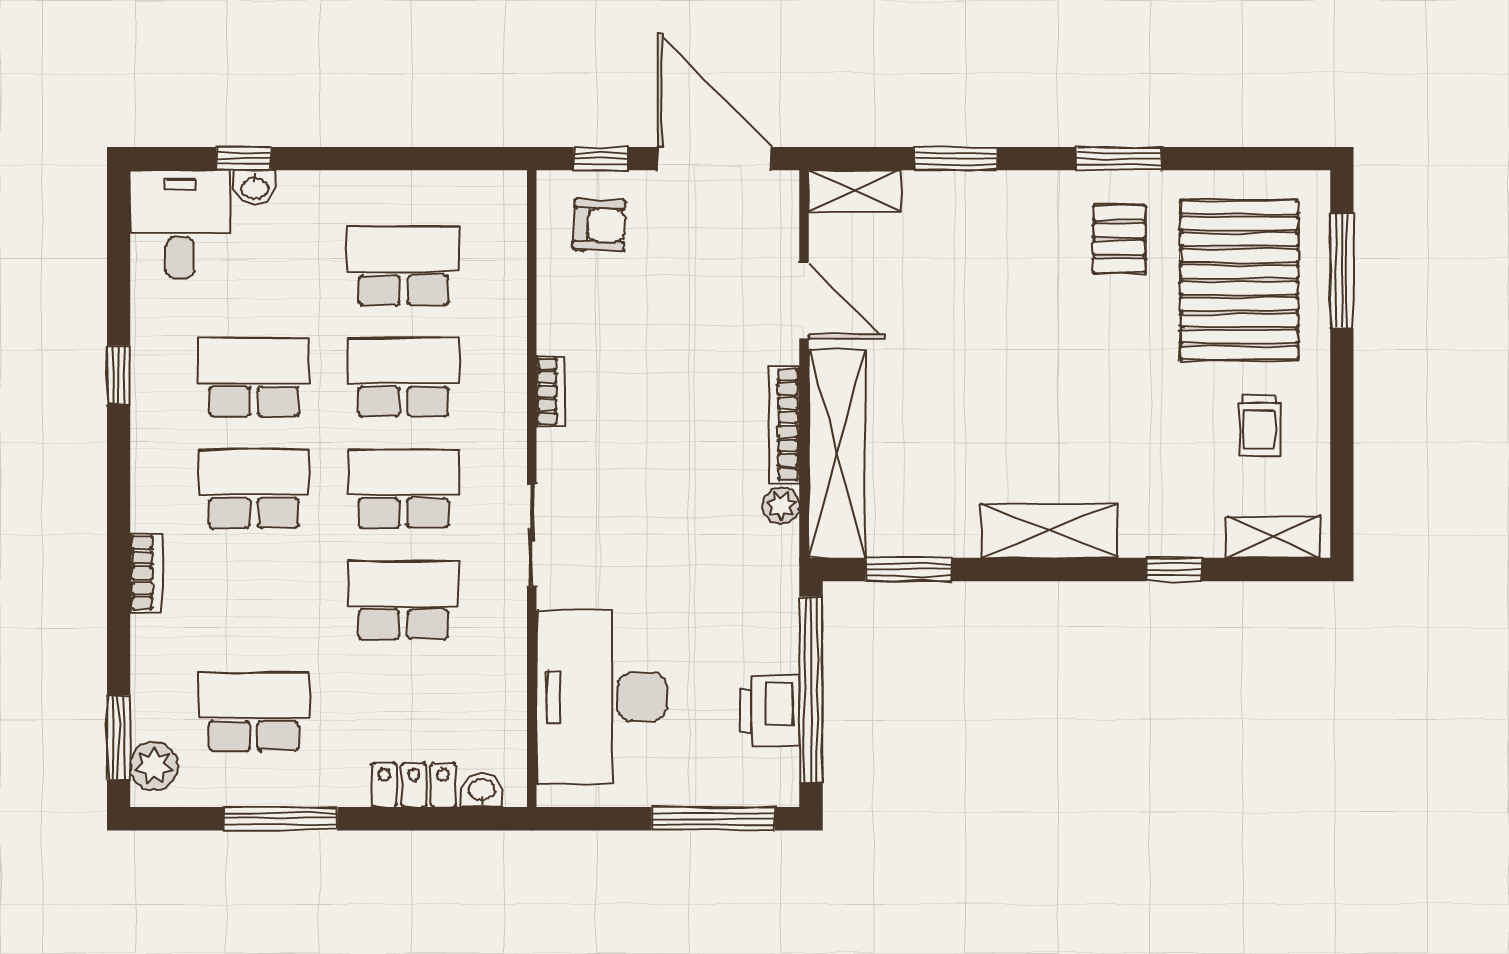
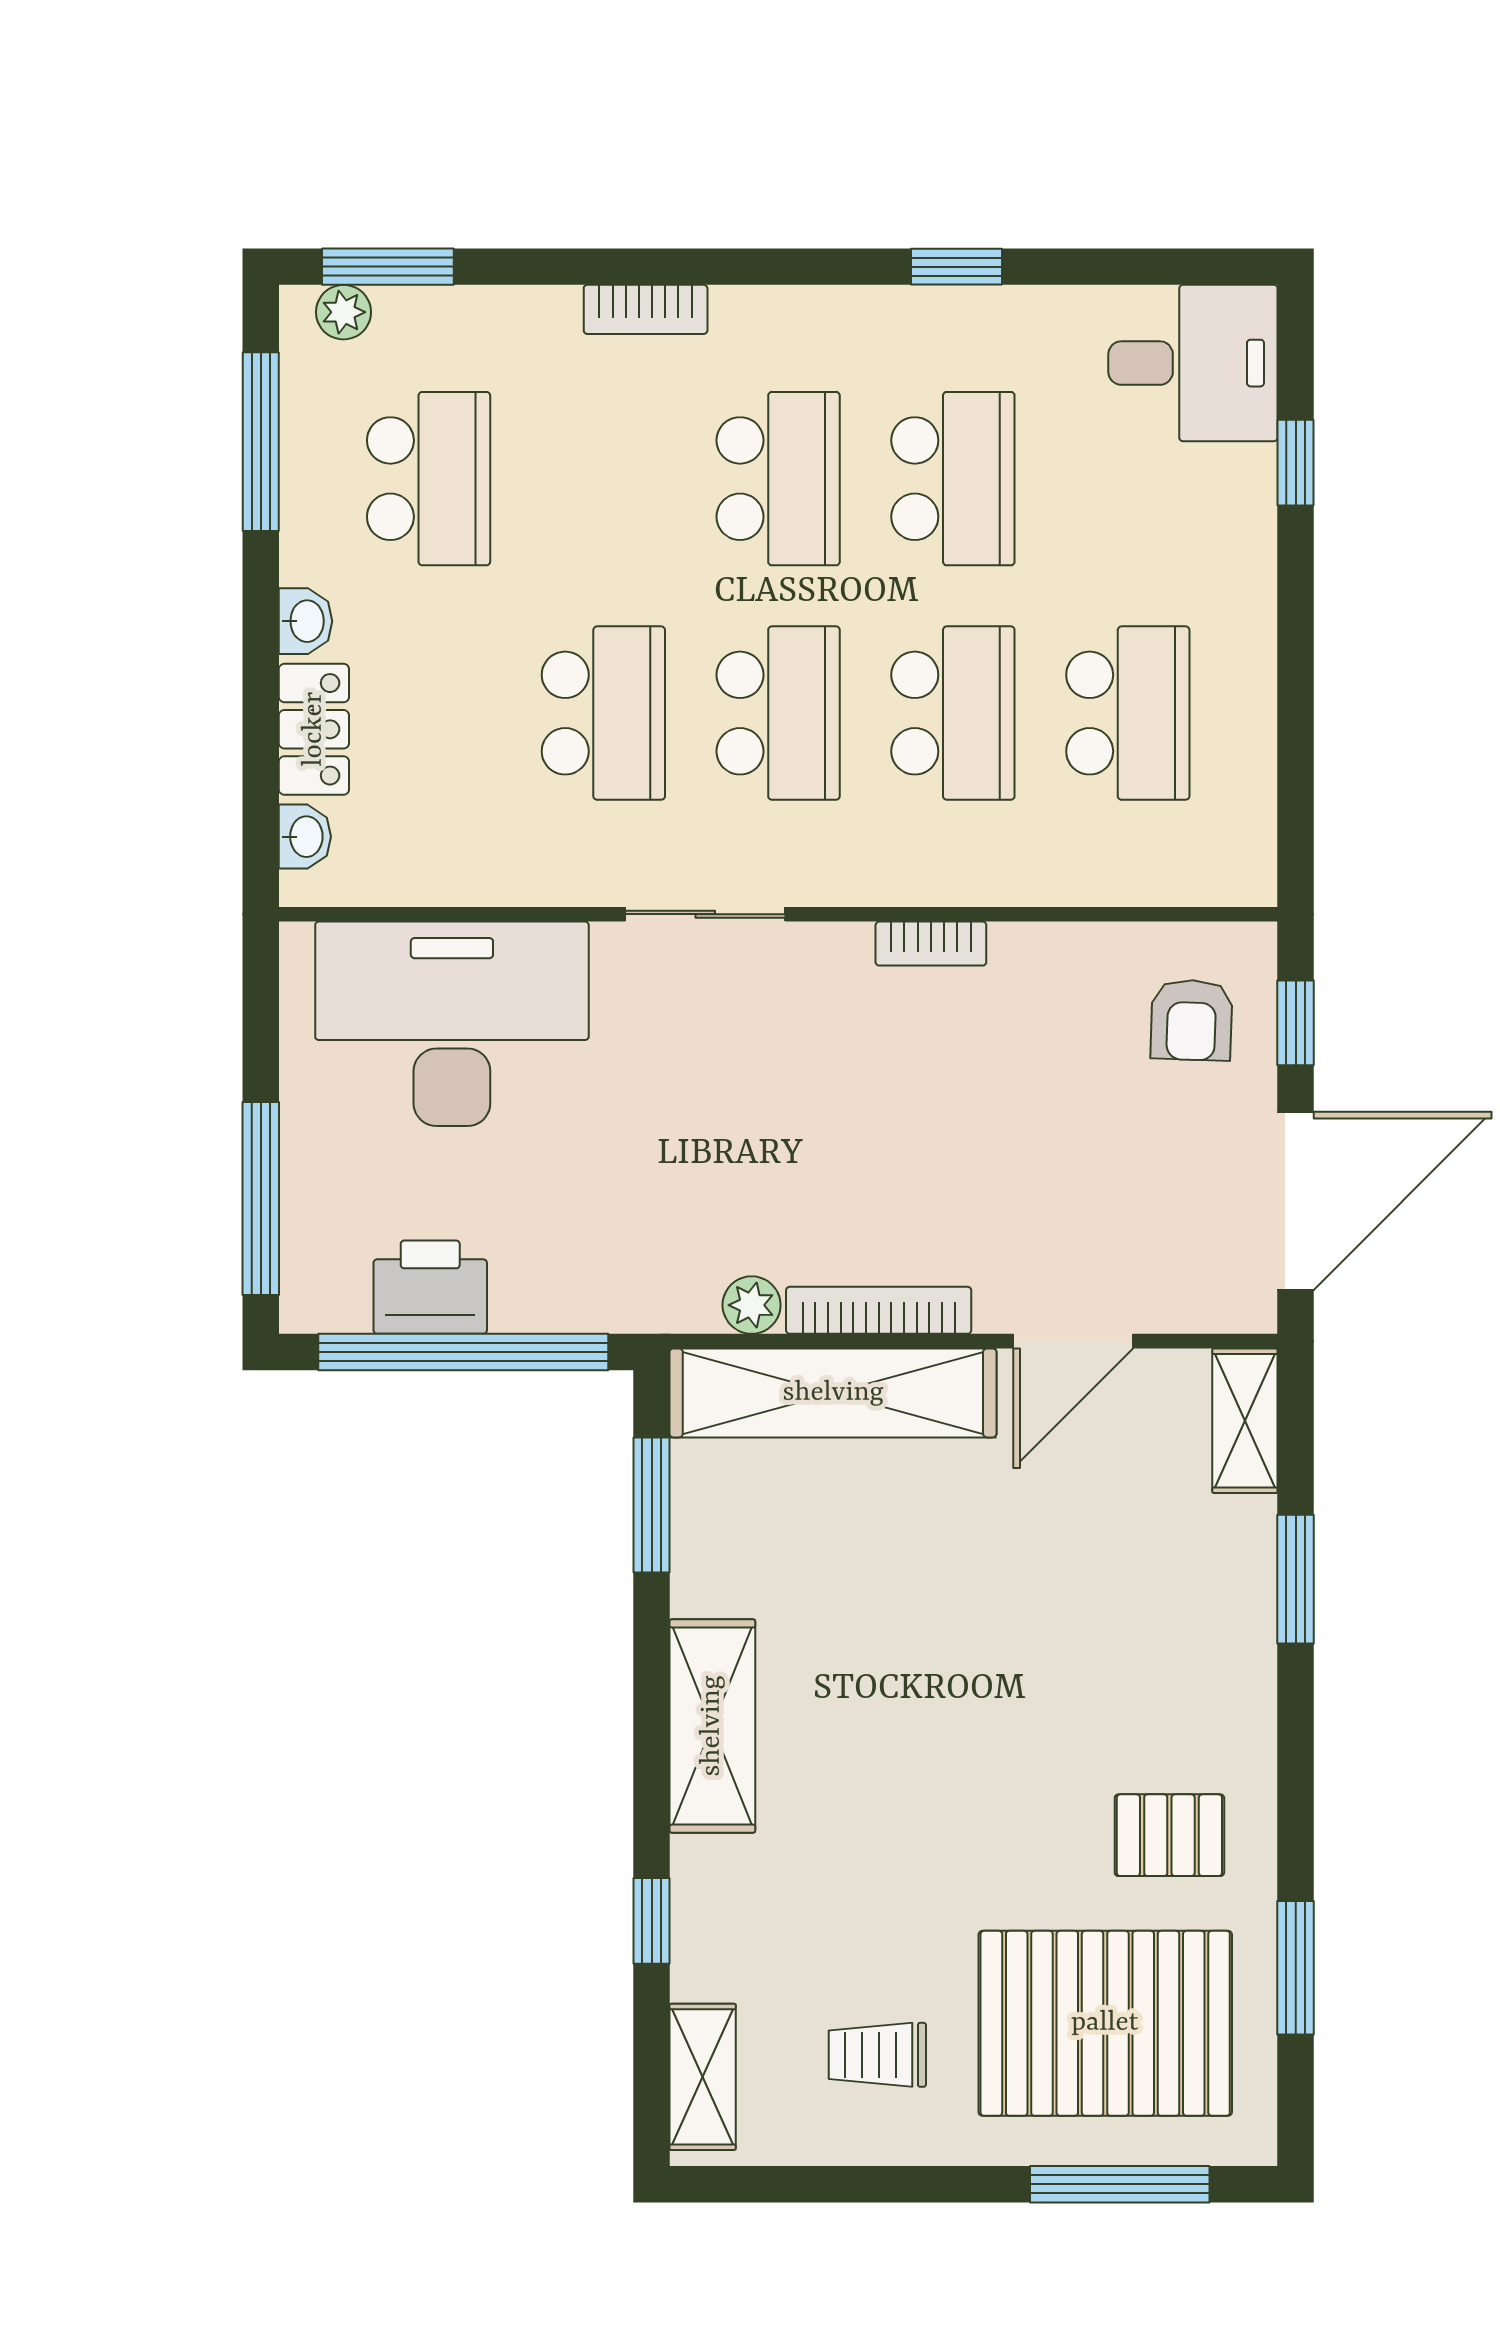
window: (1119, 159) -> (1296, 1968), moved
washbasin: (255, 187) -> (306, 621), moved, turned 180
plant: (154, 766) -> (344, 312), width x0.73, depth x0.73
window: (280, 819) -> (261, 442), moved

